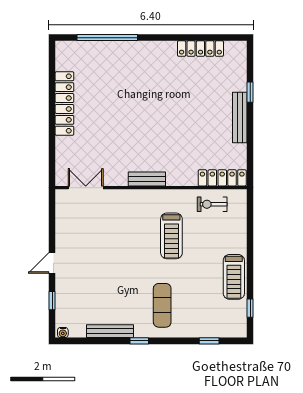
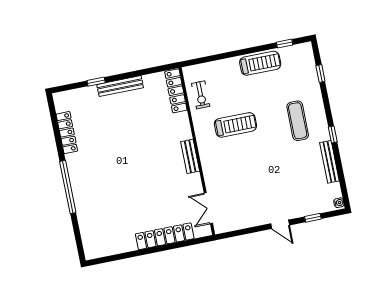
window: (107, 38) -> (68, 187), moved
locker: (64, 103) -> (165, 236), moved
exercise mat: (162, 305) -> (298, 121), turned 90

